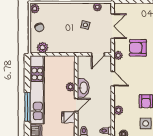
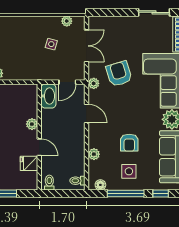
armchair: (138, 48) -> (119, 74), turned 73
washbasin: (83, 88) -> (48, 96), moved
door: (76, 105) -> (39, 147), hinge flipped

